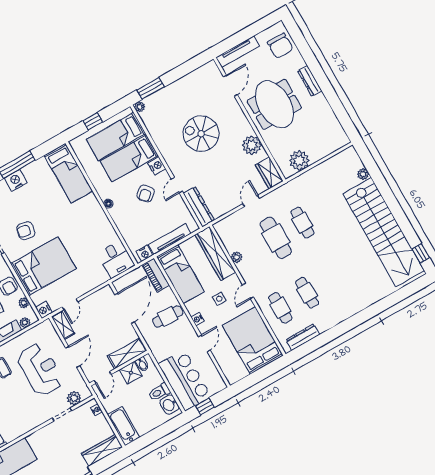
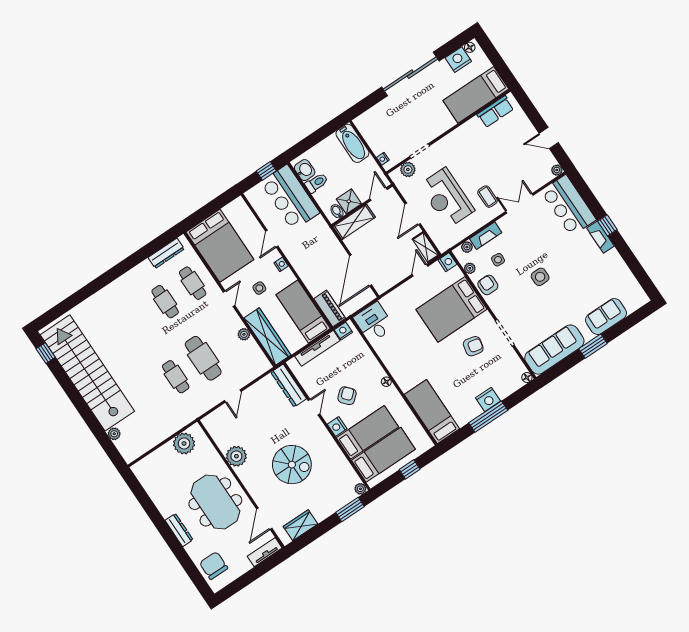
tv unit: (238, 52) -> (265, 552), width x0.71
wardrobe: (269, 173) -> (300, 525), moved, turned -90
cafe table: (168, 317) -> (313, 265), removed
wardrobe: (102, 450) -> (374, 115), removed

